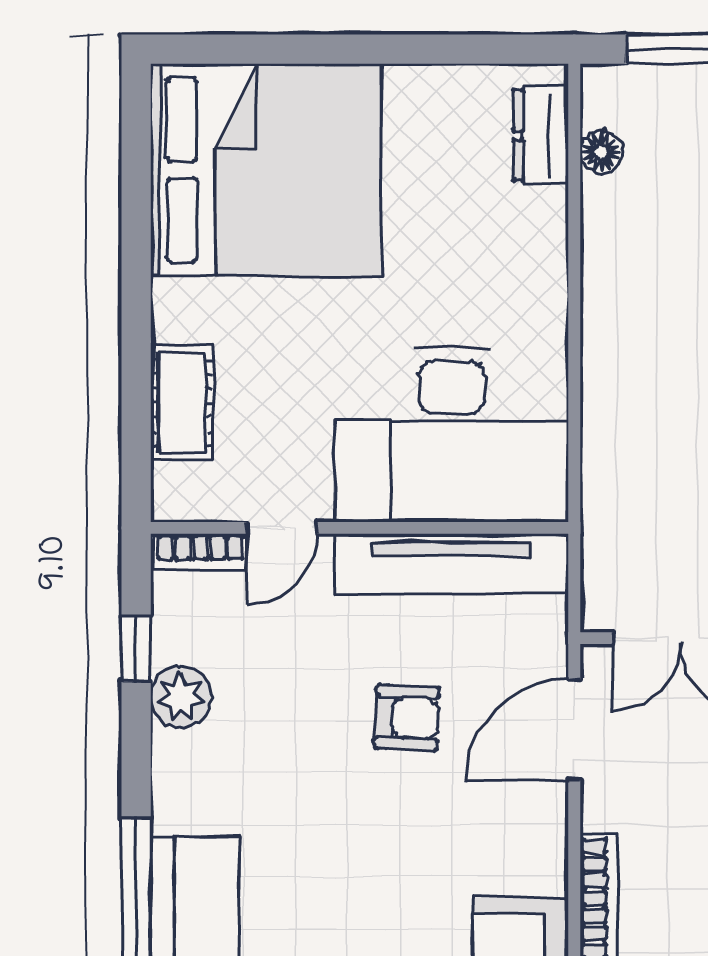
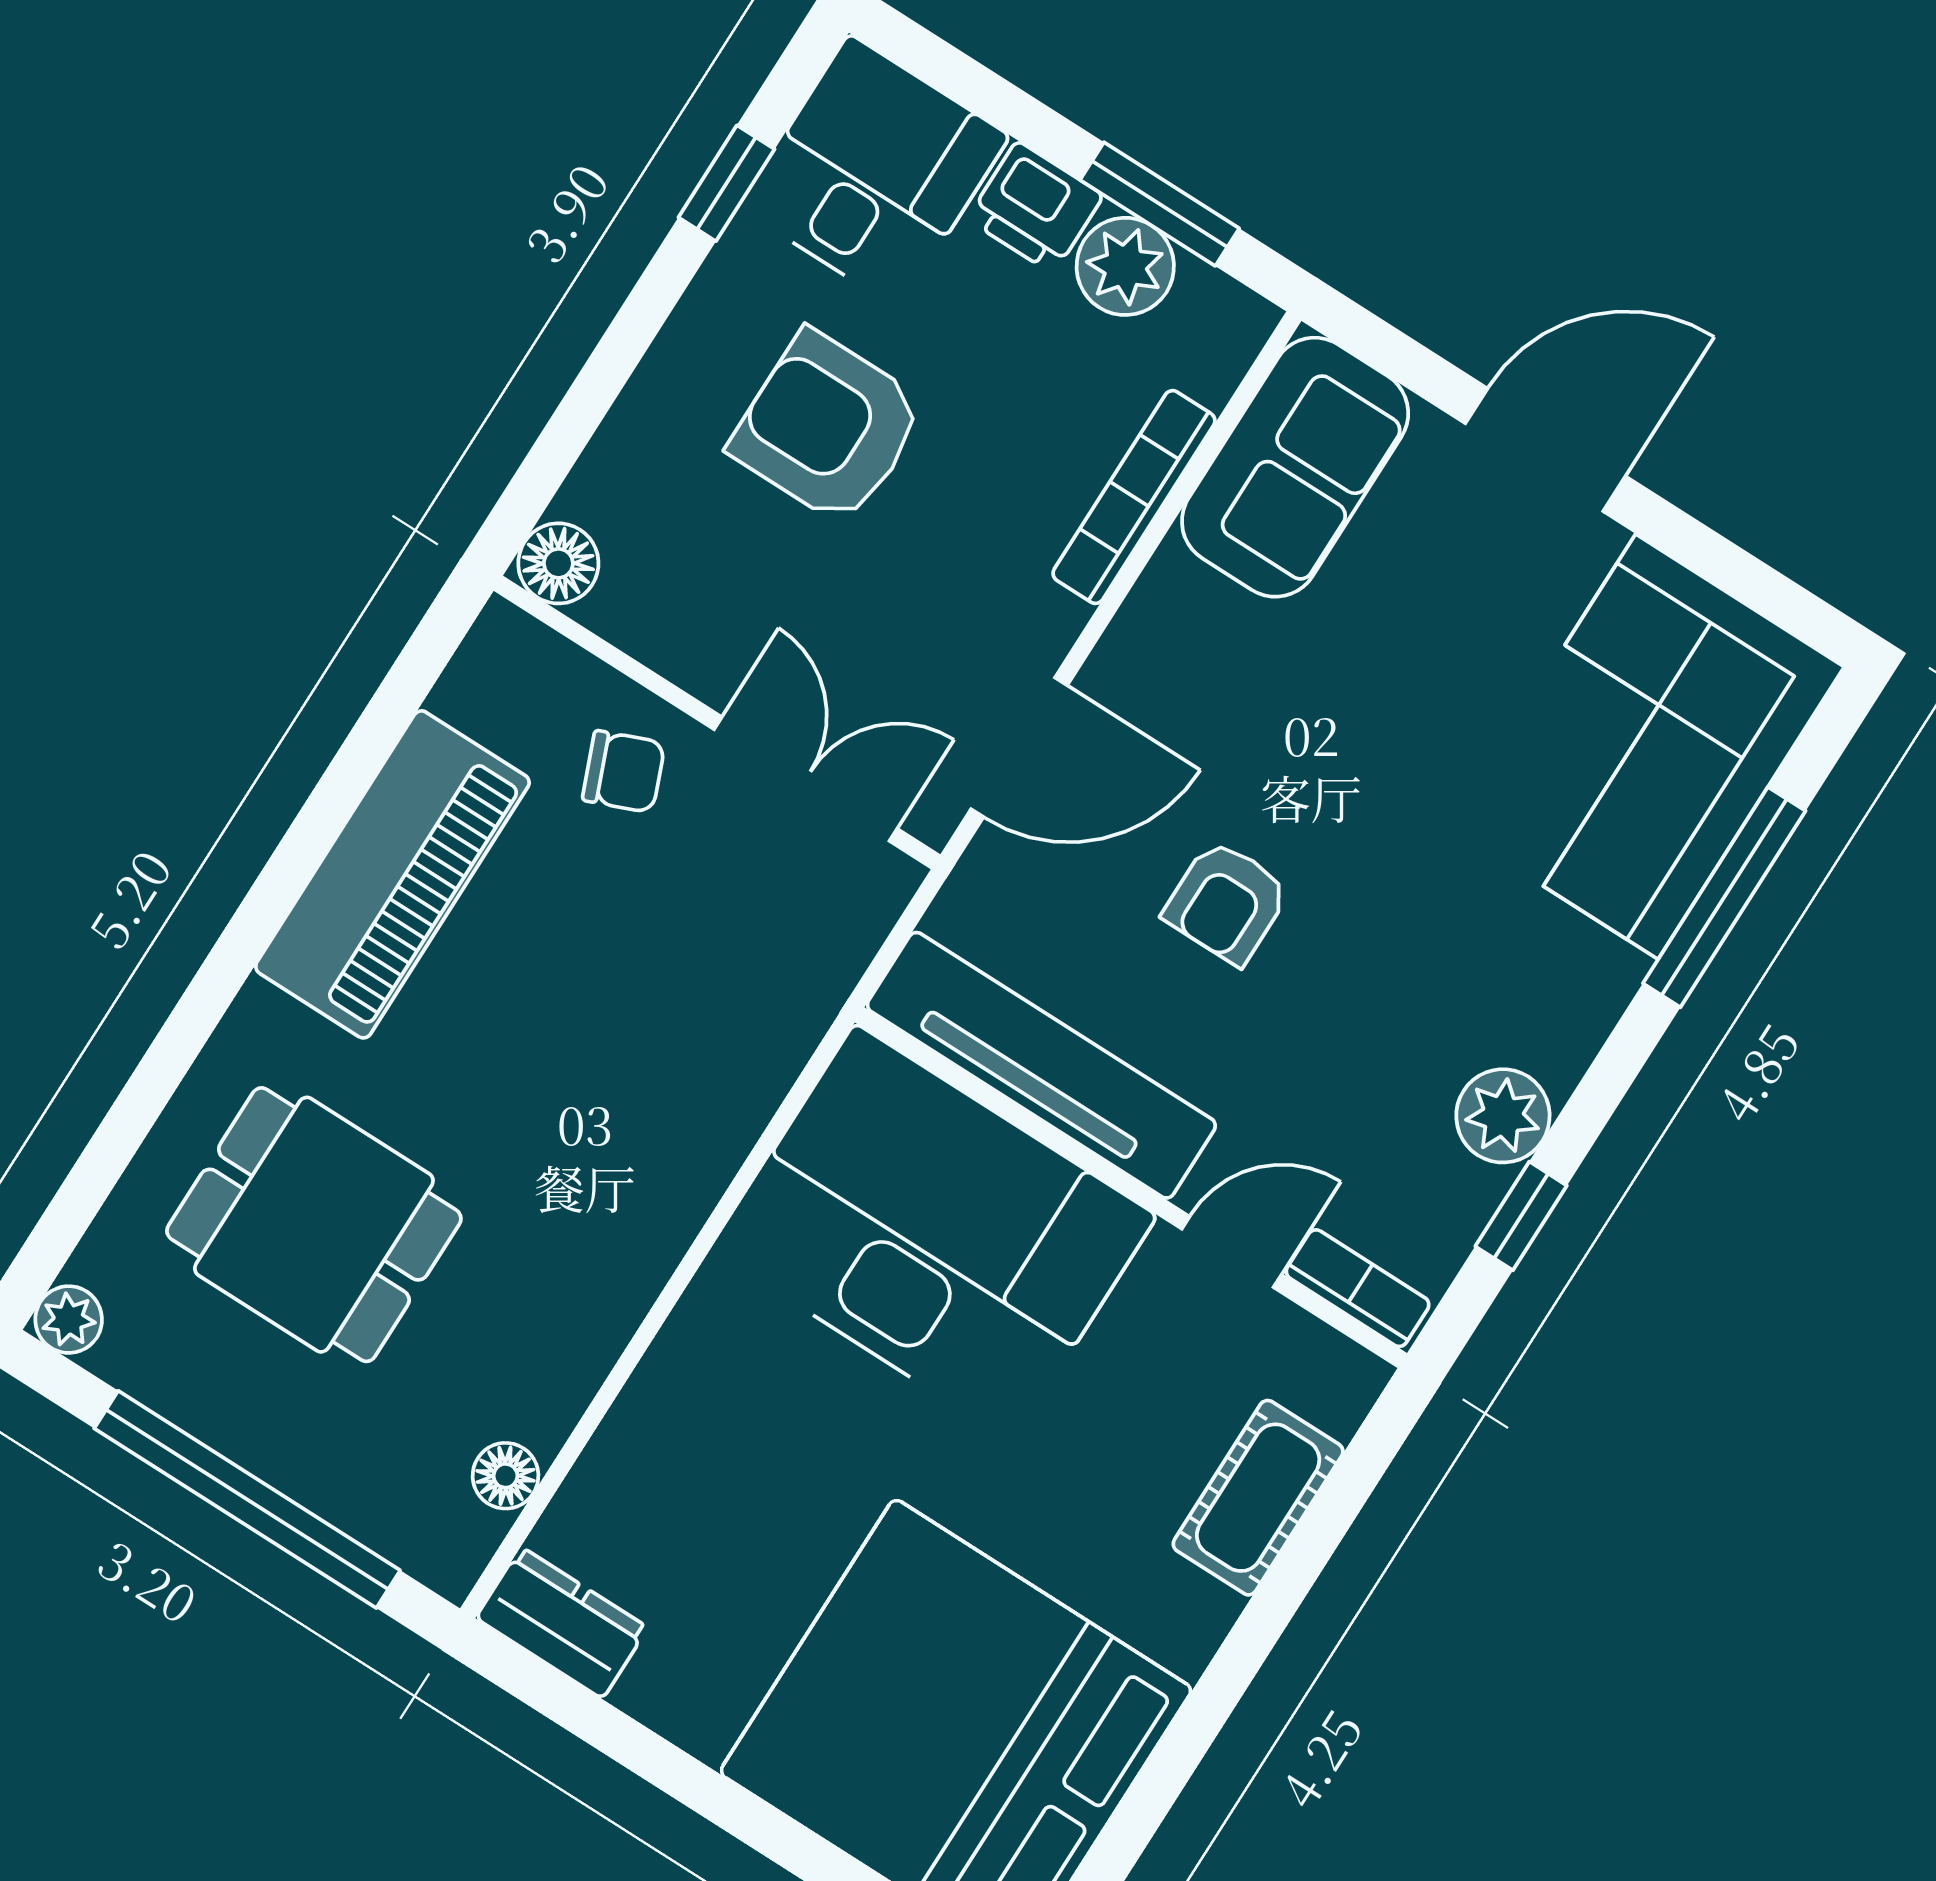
dresser: (541, 135) -> (562, 1623), moved, turned -90
armchair: (407, 718) -> (1227, 902), turned -93

